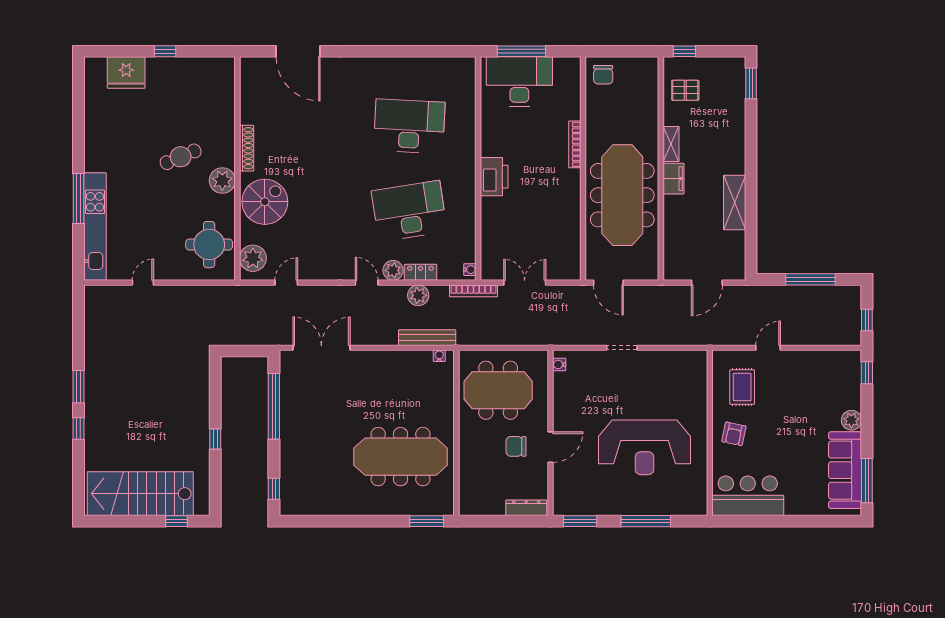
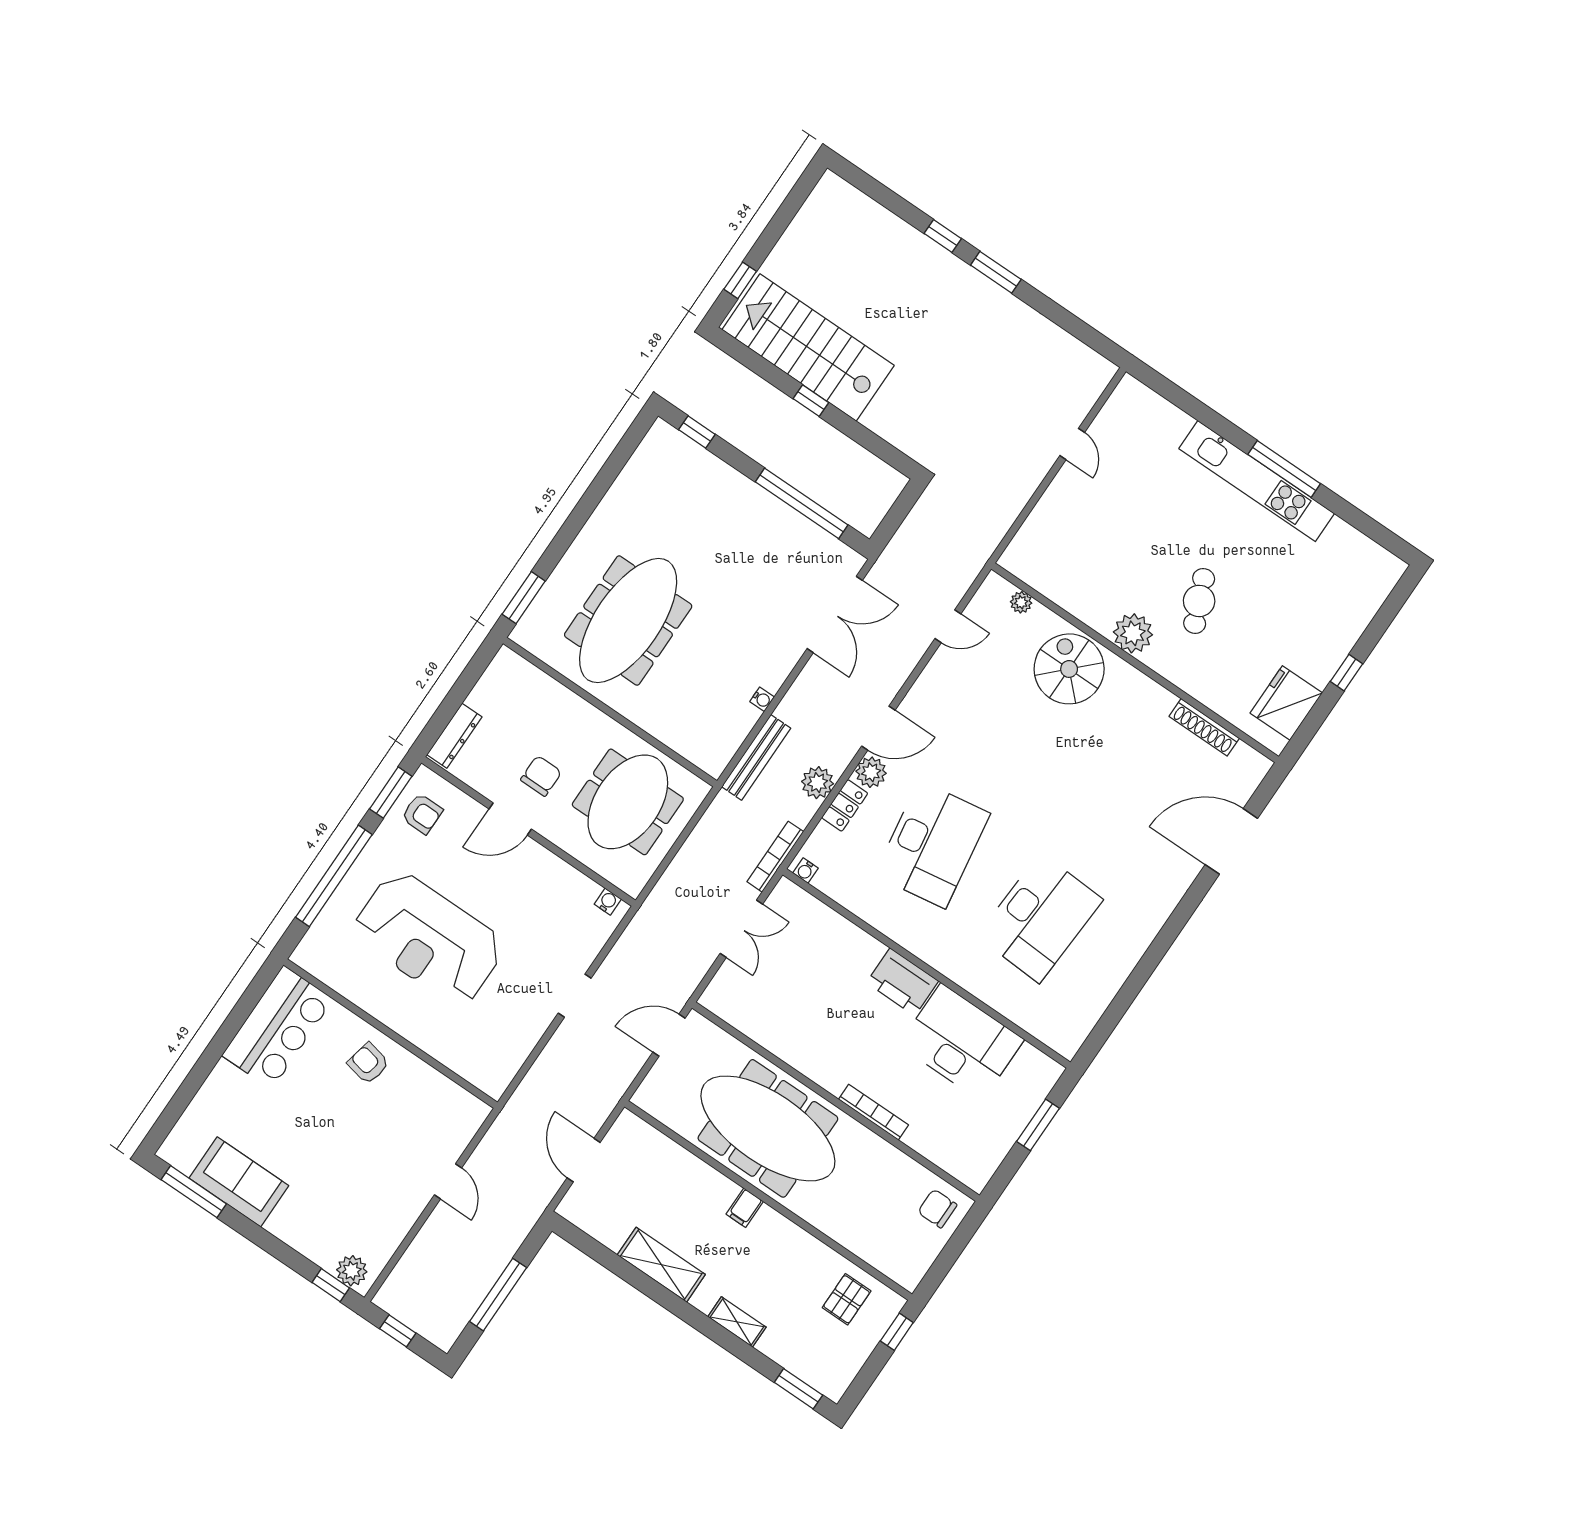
window: (521, 51) -> (1038, 1125), width x0.69
fridge: (126, 73) -> (1286, 703), moved
desk: (519, 81) -> (961, 1042), moved, turned -90
shelving: (671, 144) -> (737, 1322), moved
shoe rack: (247, 148) -> (1204, 727), moved
filing cabinet: (673, 179) -> (745, 1208), width x0.50
window: (78, 199) -> (1284, 469), moved
spiral stairs: (265, 202) -> (1069, 669), turned 180
kitchen unit: (95, 227) -> (1257, 481), moved
round table: (209, 245) -> (1063, 561), removed
plant: (253, 258) -> (1021, 602), width x0.53, depth x0.53
door: (286, 283) -> (948, 626), hinge flipped
door: (367, 283) -> (878, 728), width x1.38
water cooler: (439, 356) -> (762, 699), moved
rug: (742, 387) -> (421, 1114), removed
plant: (851, 420) -> (352, 1271), moved
door: (550, 447) -> (510, 819), hinge flipped
reception desk: (645, 447) -> (429, 938), turned -90
sofa: (845, 470) -> (239, 1182), width x0.73
stairs: (140, 494) -> (808, 348), moved, turned -90
armchair: (580, 497) -> (422, 814), added
window: (646, 521) -> (334, 876), width x1.46

